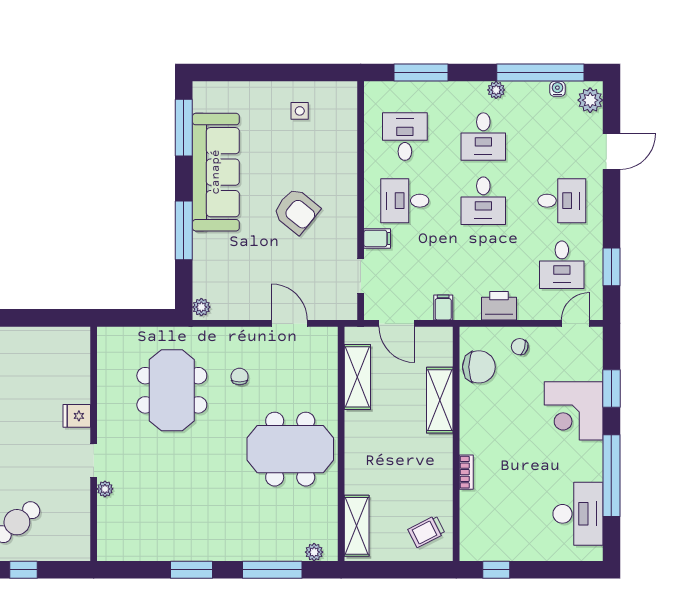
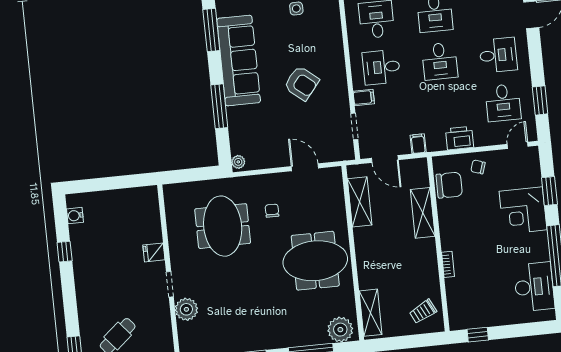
plant: (105, 489) -> (186, 309), width x1.87, depth x1.87
plant: (314, 552) -> (340, 330), width x1.87, depth x1.87

